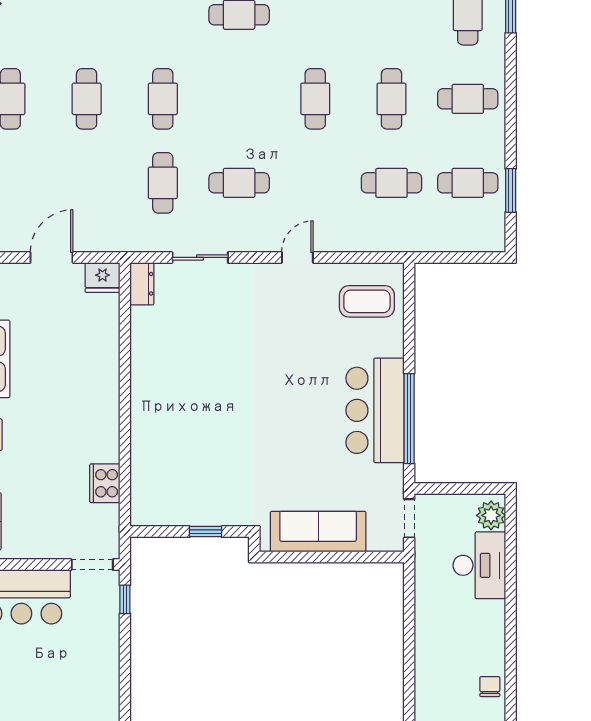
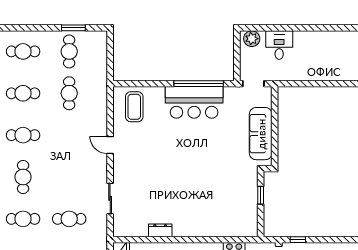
cafe table: (468, 99) -> (23, 51), turned 90
cafe table: (239, 183) -> (23, 177), moved
dresser: (142, 284) -> (160, 230), moved
desk: (479, 565) -> (279, 45), width x0.73
chair: (490, 687) -> (346, 39), removed

